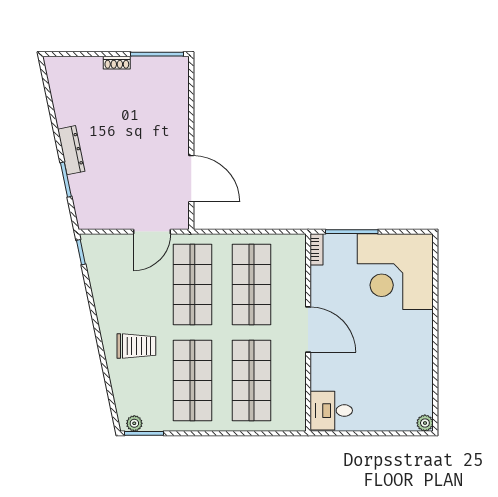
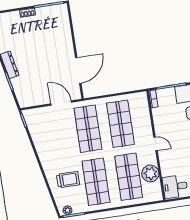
door: (191, 179) -> (78, 70), hinge flipped
door: (152, 232) -> (61, 103), swing flipped
door: (308, 329) -> (156, 144), width x0.53
trolley: (136, 346) -> (68, 180), moved
plant: (291, 381) -> (150, 173), added

